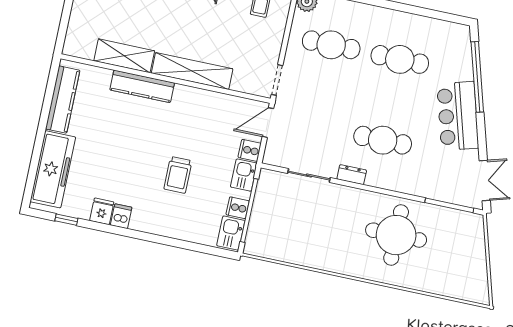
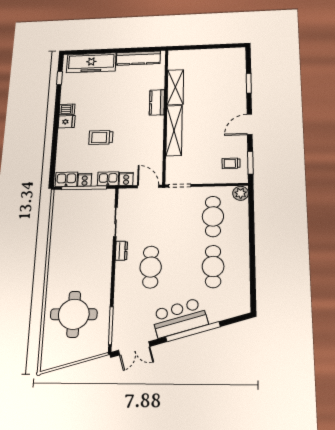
window: (477, 77) -> (193, 332), moved
kitchen counter: (142, 86) -> (157, 102), width x0.67
fridge: (102, 211) -> (67, 122), moved
round table: (396, 235) -> (74, 314), moved

